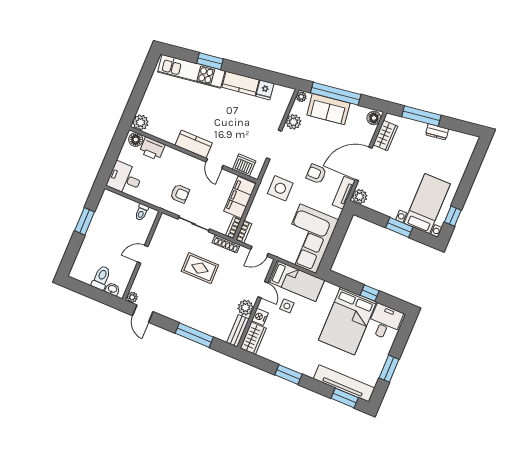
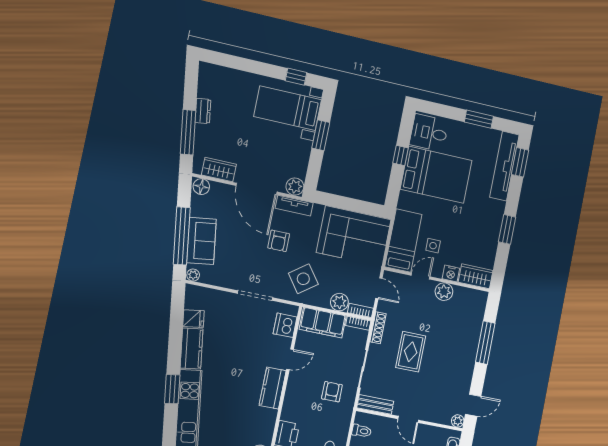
plant: (293, 122) -> (339, 302), moved
side table: (280, 188) -> (303, 279), turned -36
bench: (238, 331) -> (375, 405), moved

